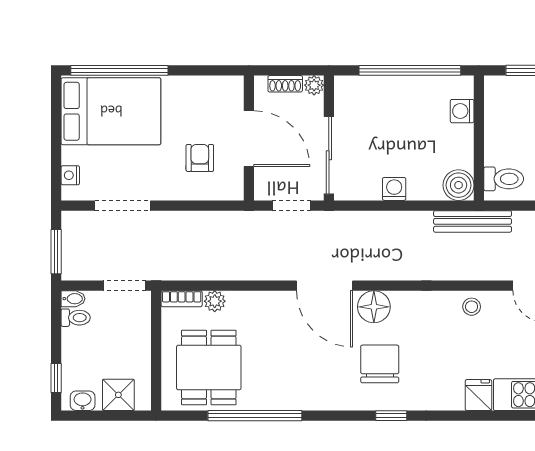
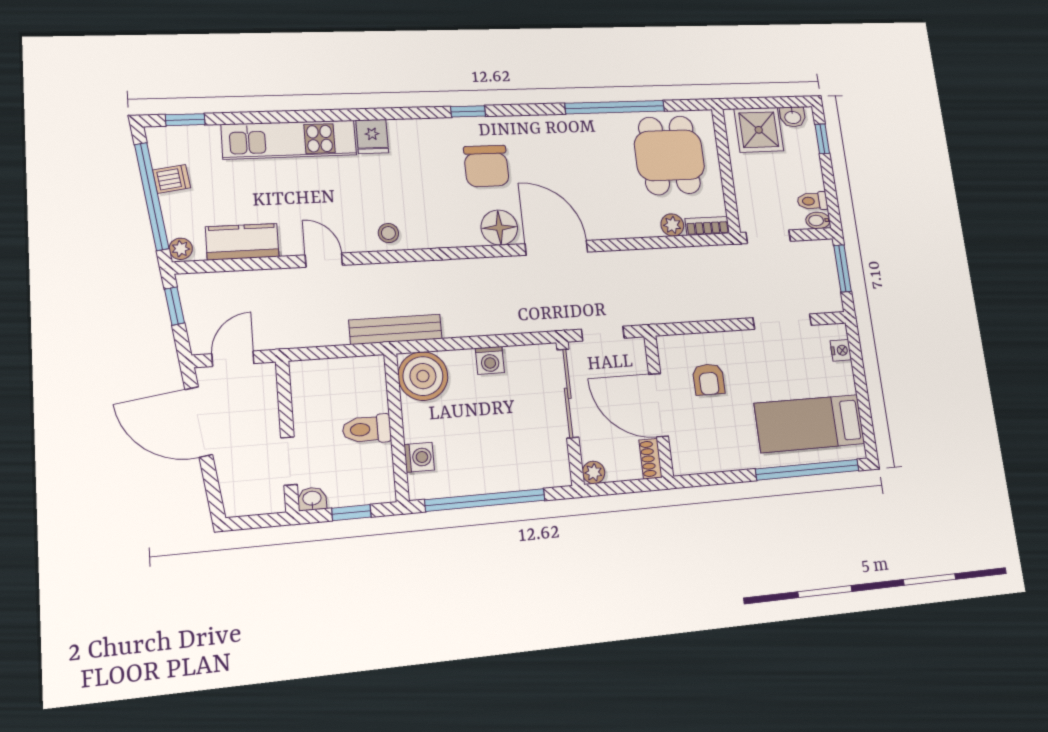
shoe rack: (285, 84) -> (650, 459), moved, turned -90
bed: (111, 111) -> (810, 423), width x0.67
toilet: (504, 179) -> (367, 429), moved
boiler: (459, 185) -> (423, 376), width x1.37, depth x1.37
shower: (118, 395) -> (759, 130), width x1.36, depth x1.36

